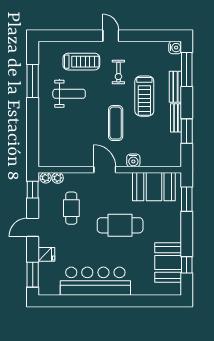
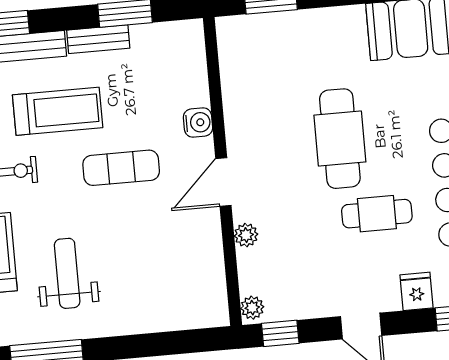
plant: (58, 178) -> (246, 235), moved
booth: (154, 187) -> (250, 73), removed
cafe table: (71, 208) -> (377, 214), moved

